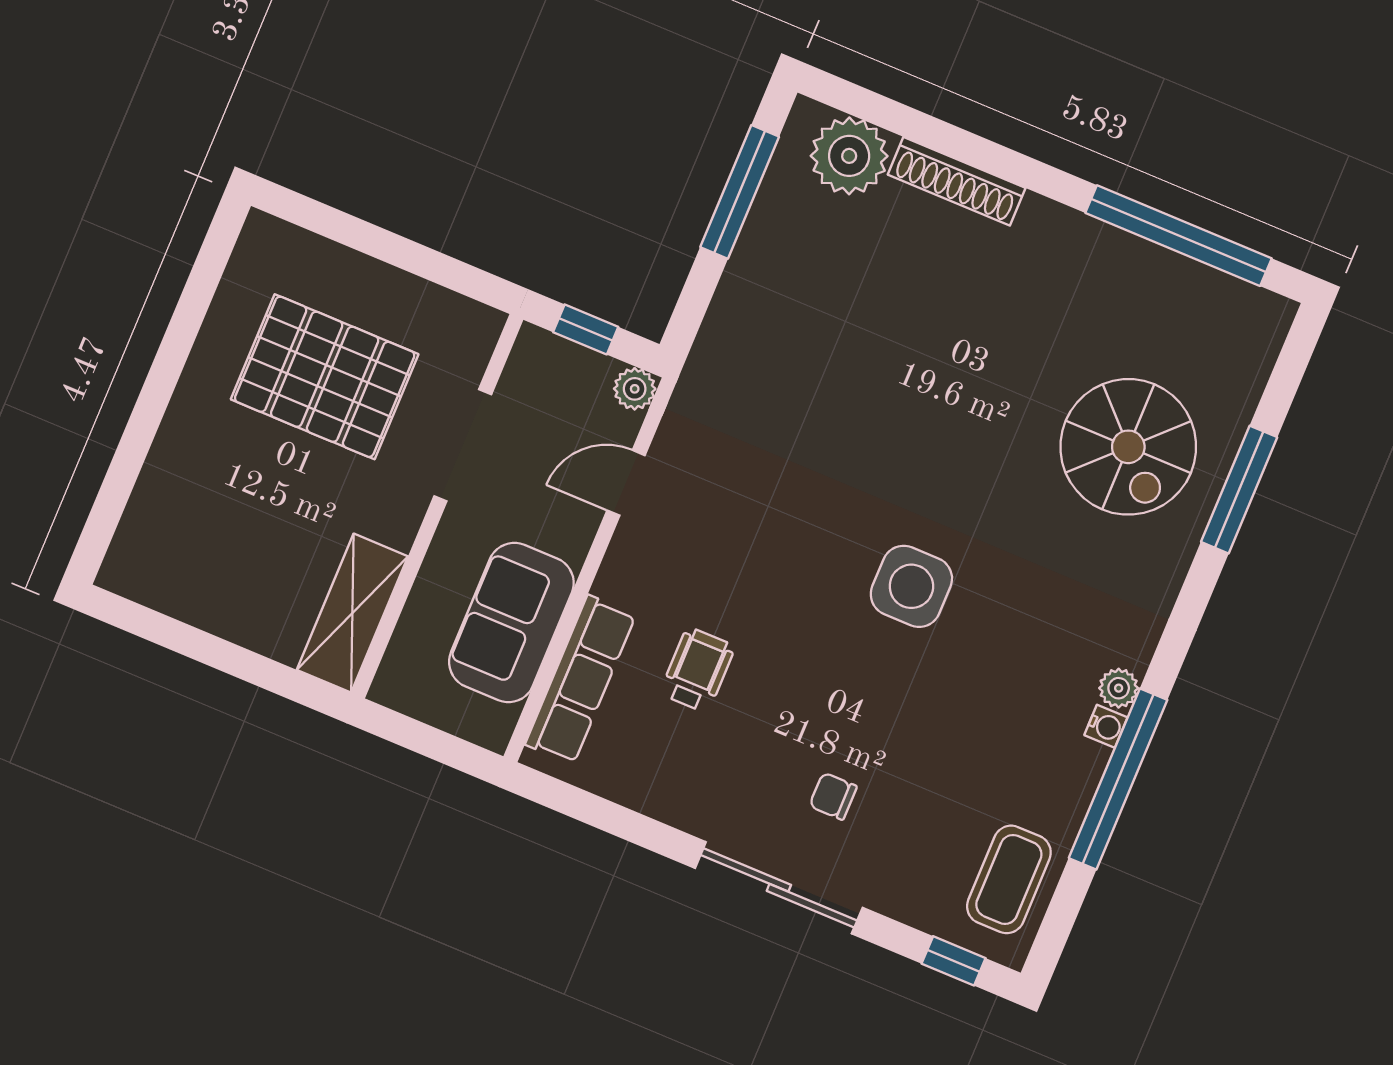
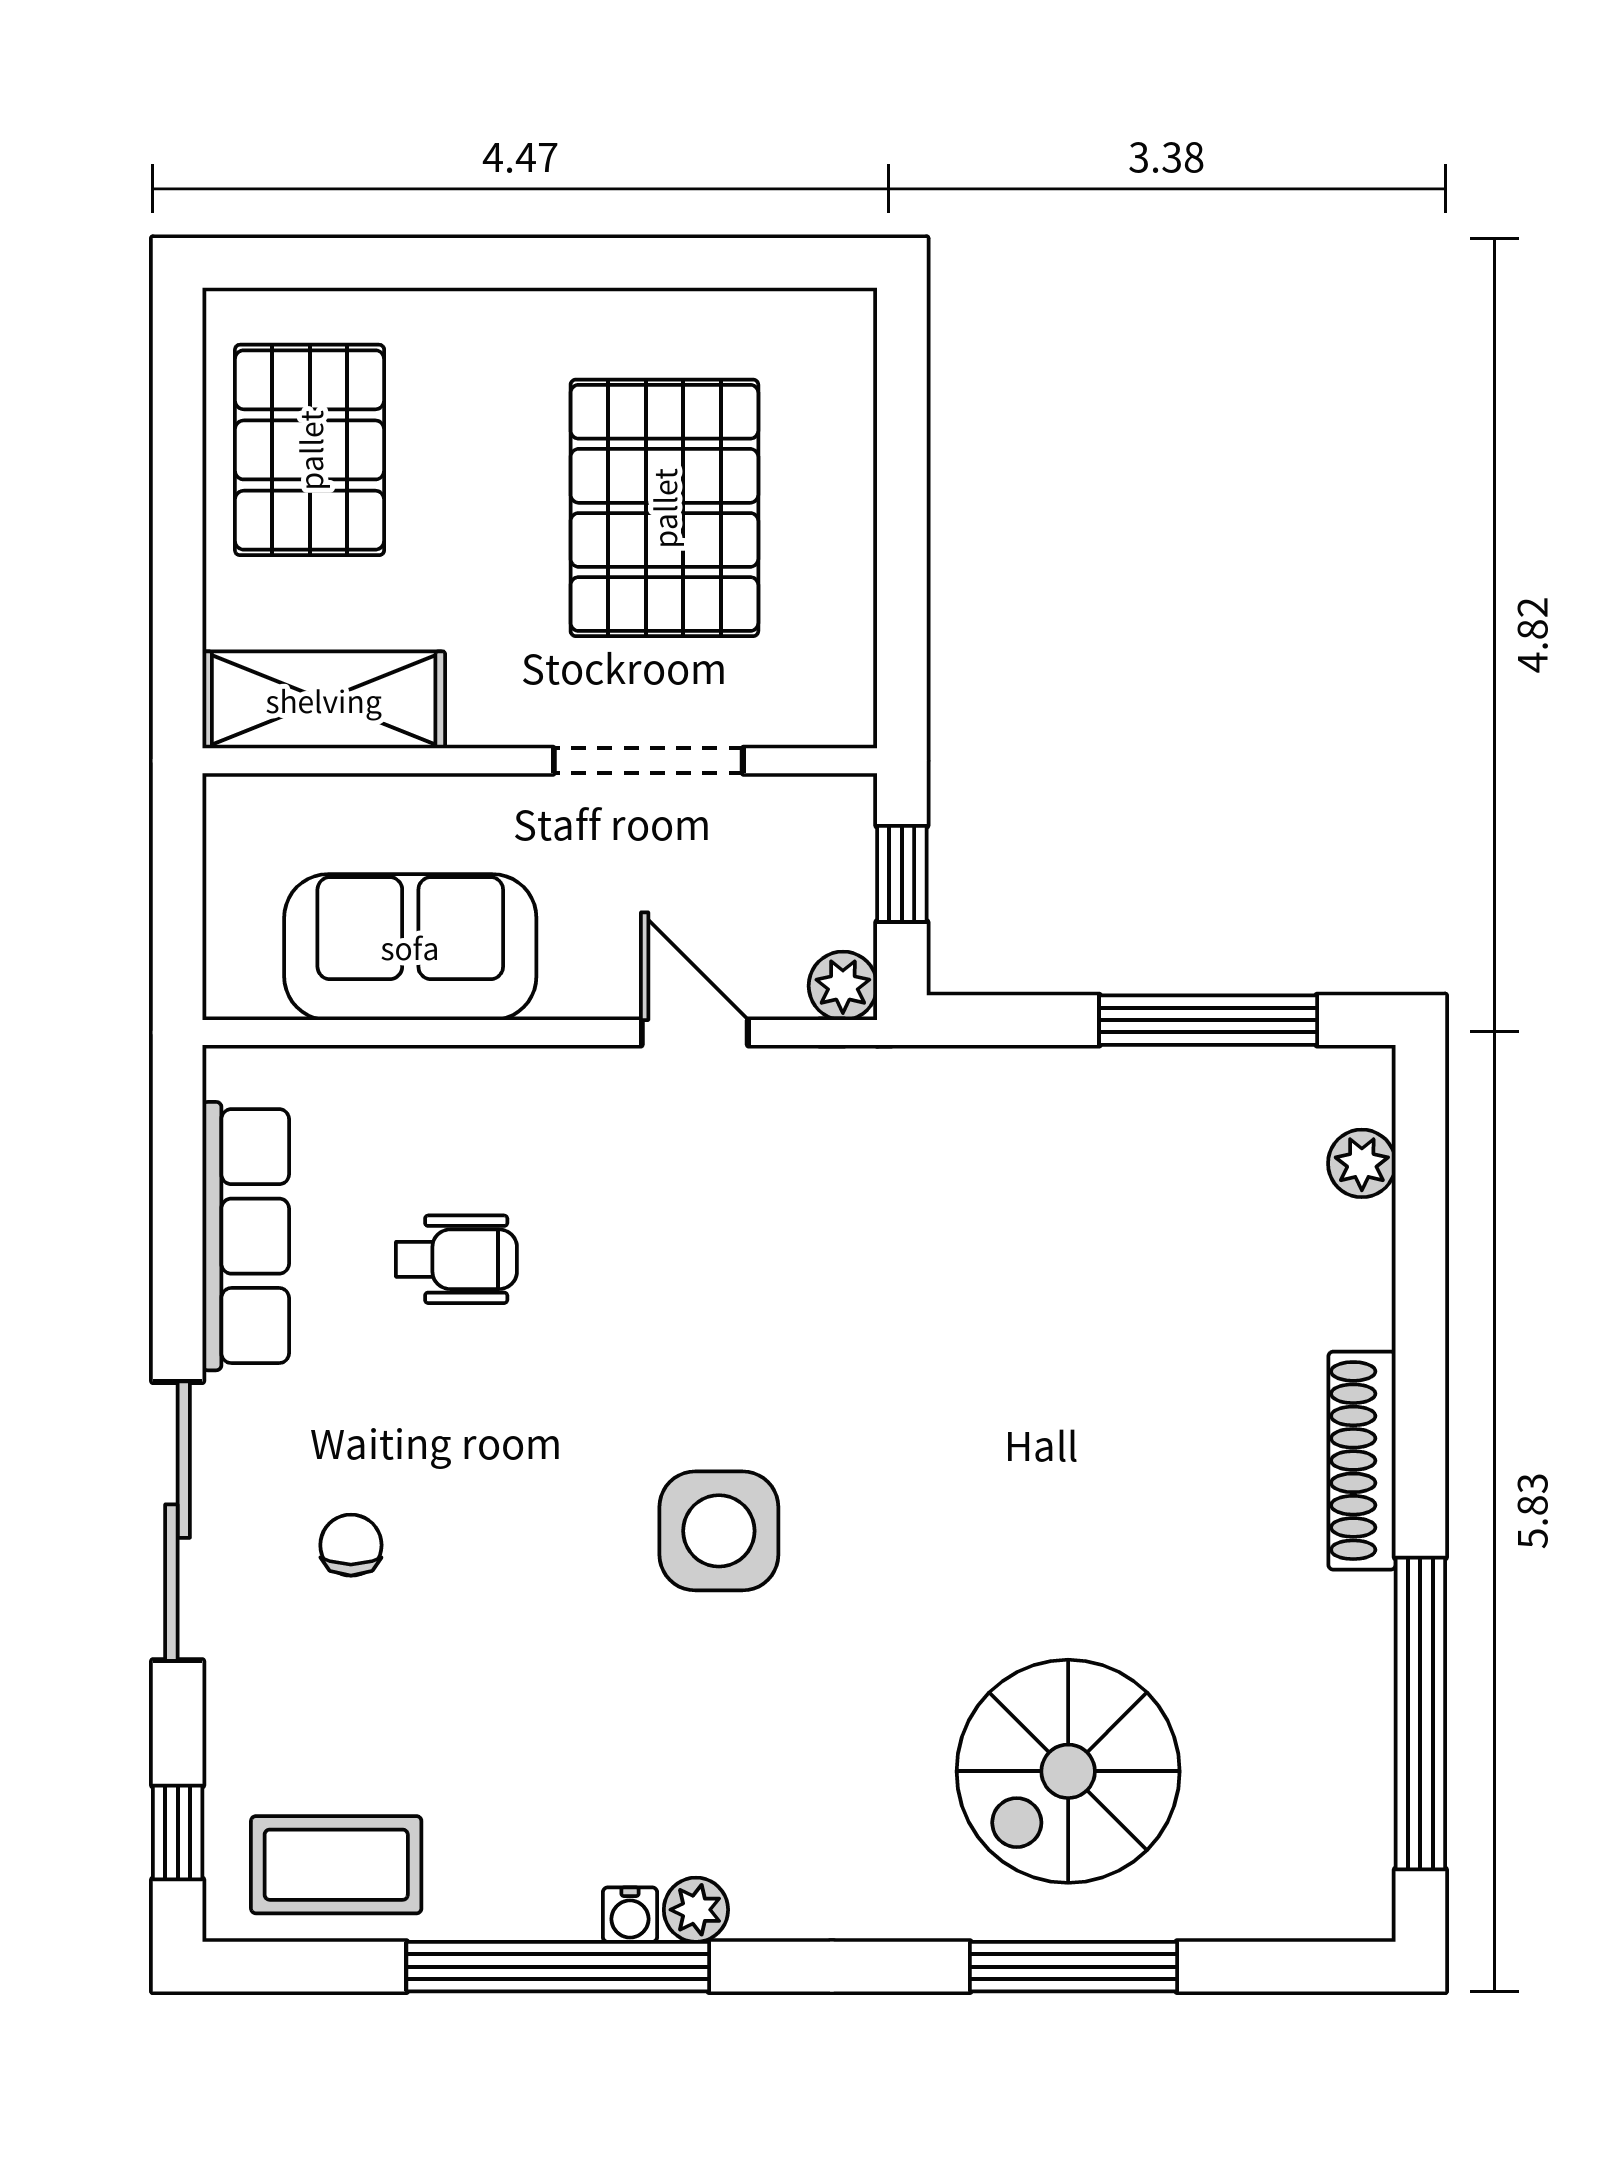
plant: (849, 156) -> (1362, 1163), width x0.53, depth x0.53
shoe rack: (957, 181) -> (1362, 1461), moved
pallet: (209, 562) -> (310, 450), added
row of seats: (580, 680) -> (246, 1236), moved, turned -90

